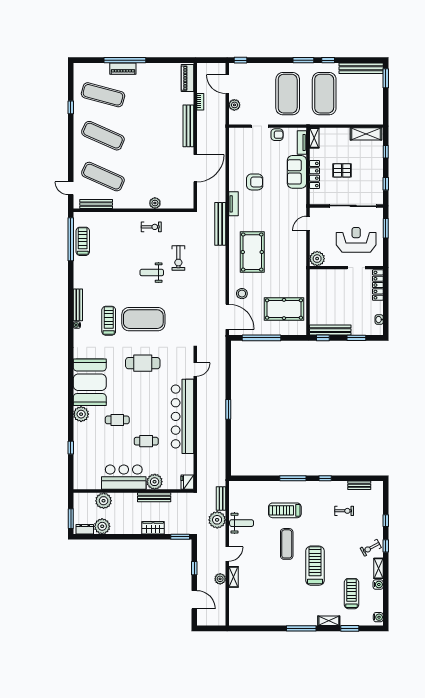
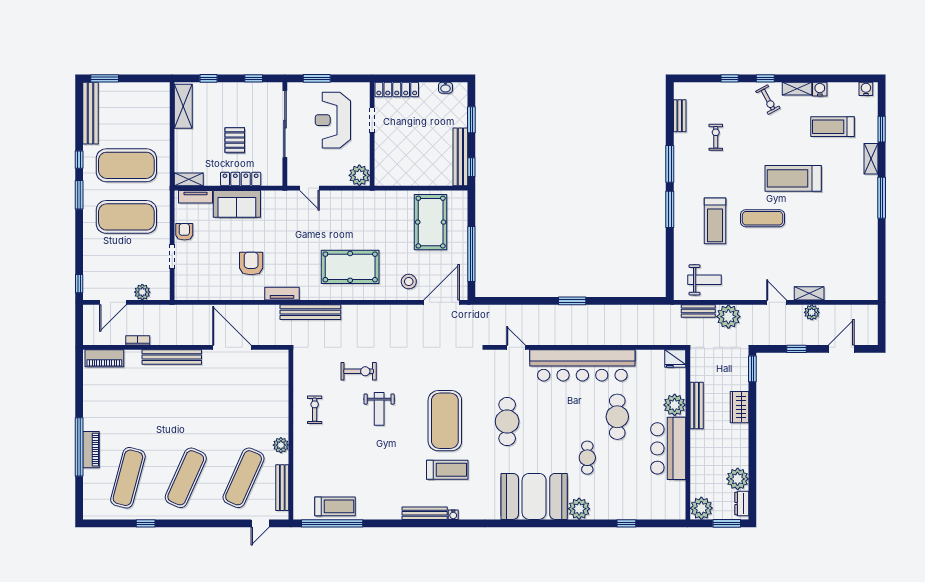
plant: (155, 203) -> (281, 445), moved
treadmill: (83, 241) -> (335, 506), turned 180
treadmill: (109, 321) -> (447, 470), turned 180
cafe table: (146, 441) -> (617, 417), width x1.37, depth x1.35
window: (325, 478) -> (670, 164), width x2.17
plant: (104, 501) -> (701, 508), moved
weight bench: (242, 523) -> (705, 280), moved, turned 90

